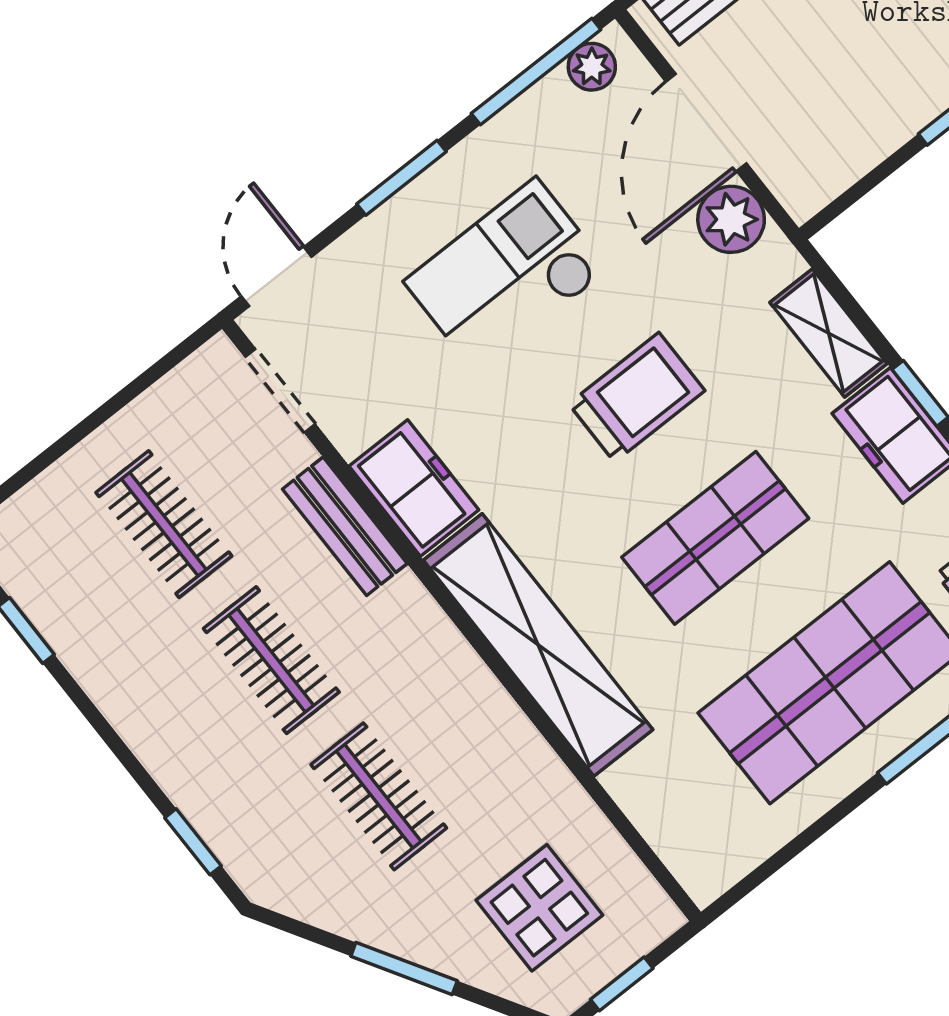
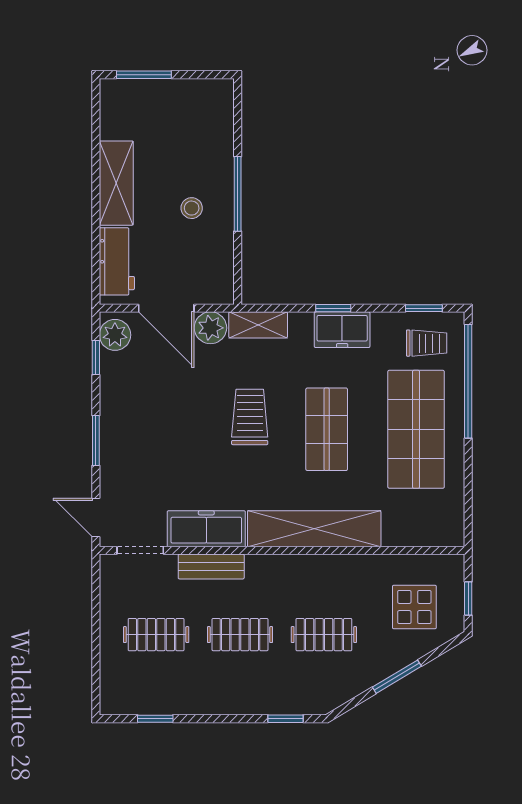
stool: (901, 36) -> (192, 208), added
plant: (592, 67) -> (115, 335), width x1.38, depth x1.38
window: (536, 72) -> (96, 357), width x0.46
checkout: (506, 276) -> (164, 430), removed
shelving: (828, 333) -> (258, 325), moved
freezer: (414, 488) -> (206, 529), width x1.40

